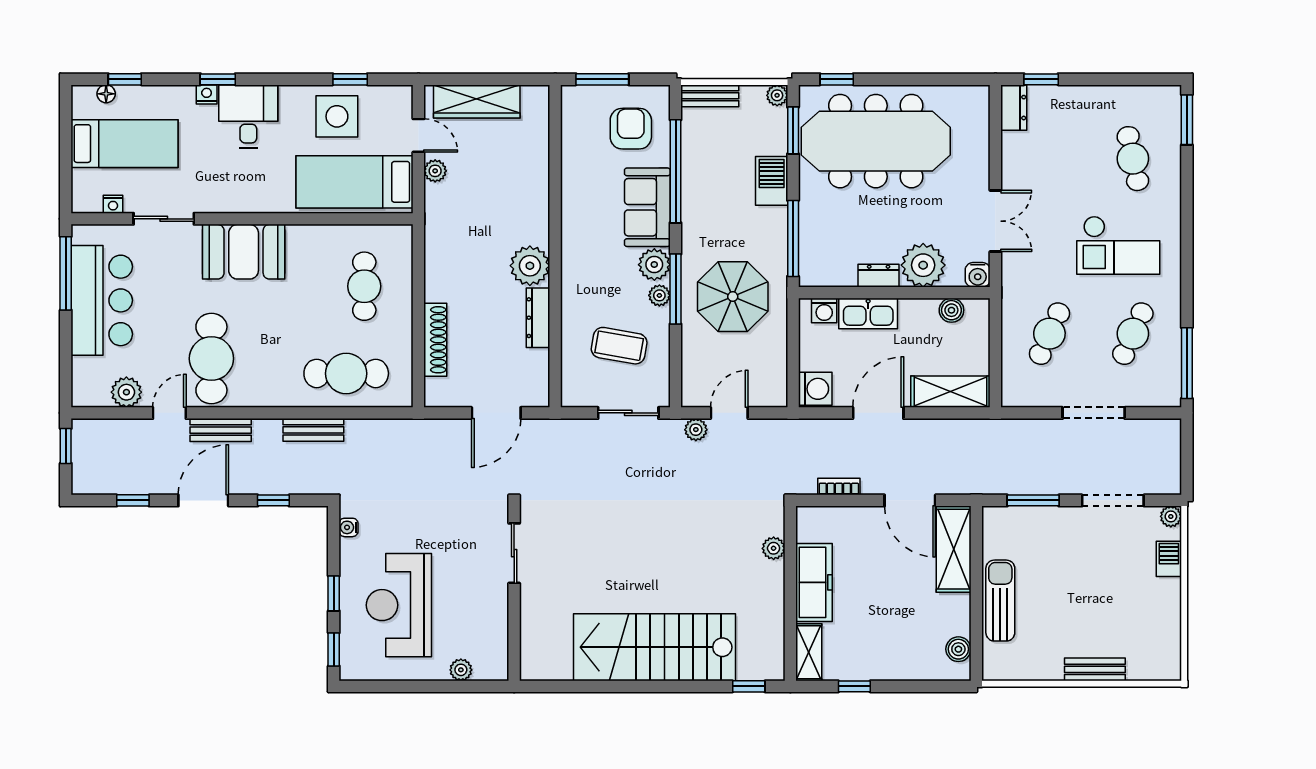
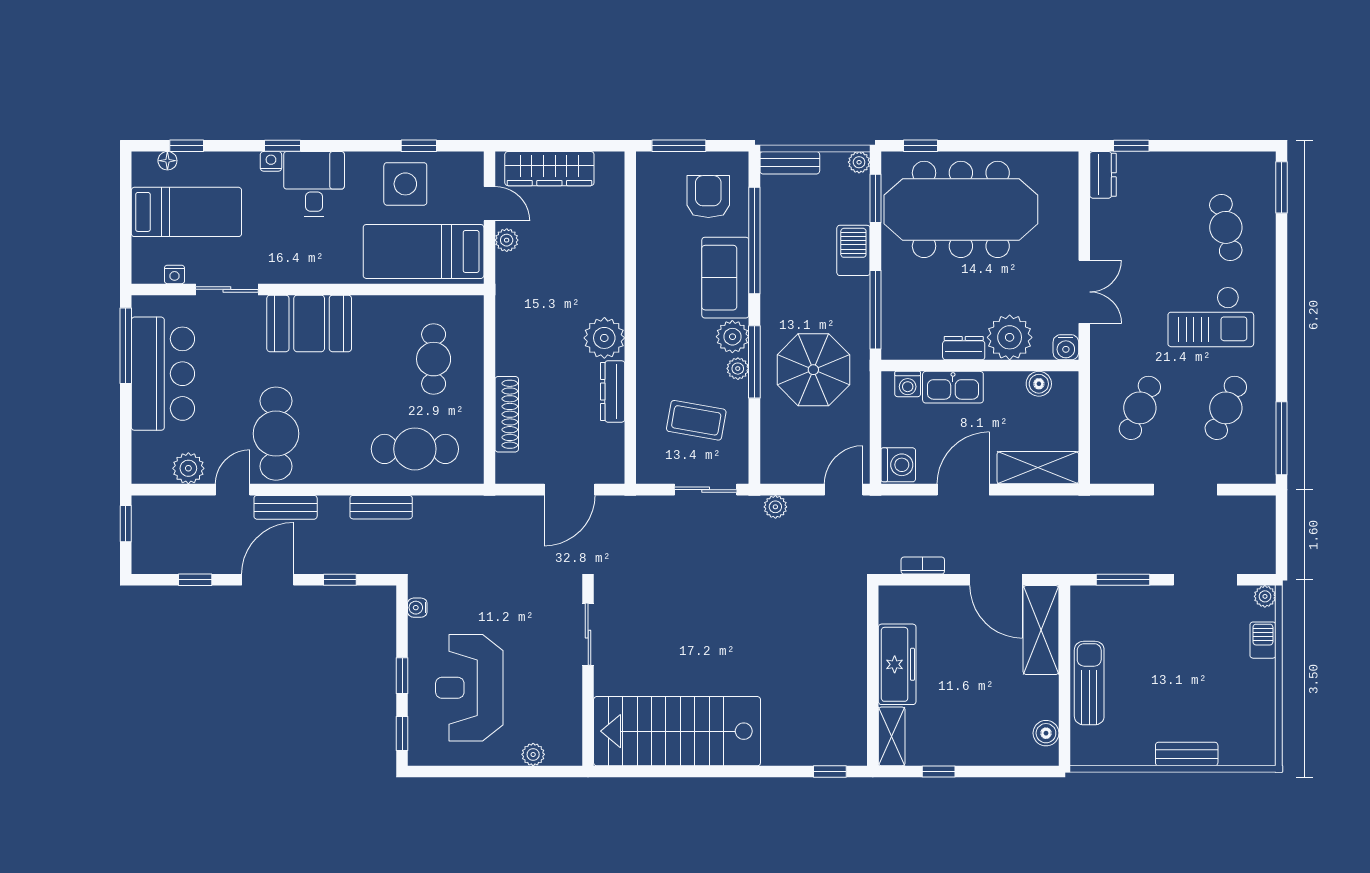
door: (729, 413) -> (844, 490), moved
plant: (774, 548) -> (855, 629), removed
stairs: (654, 647) -> (677, 731), moved

